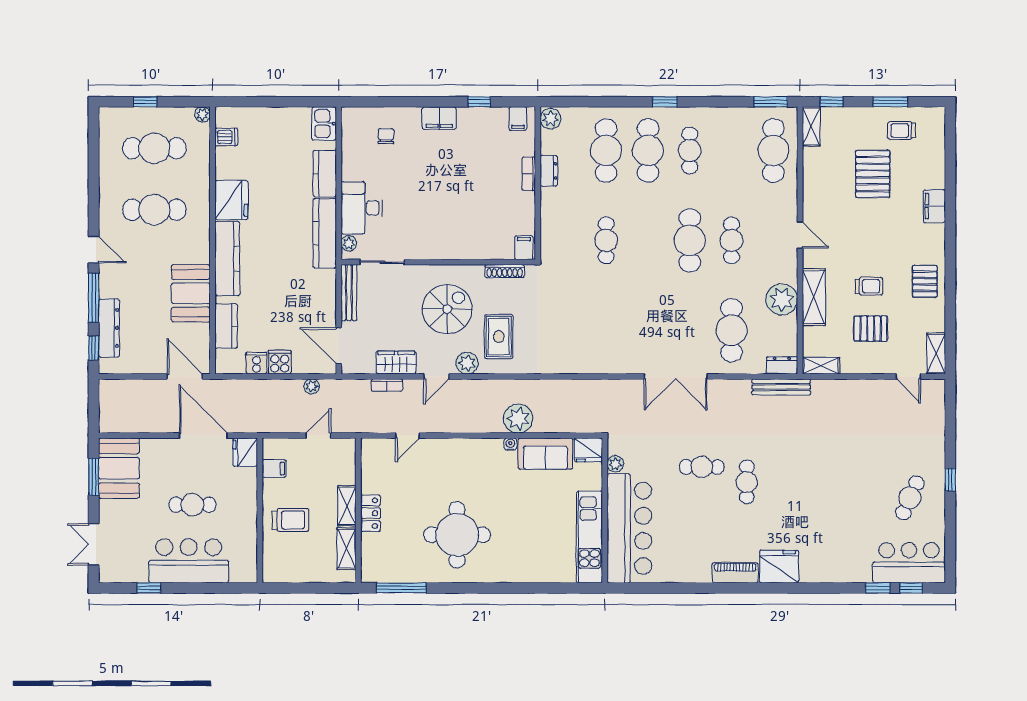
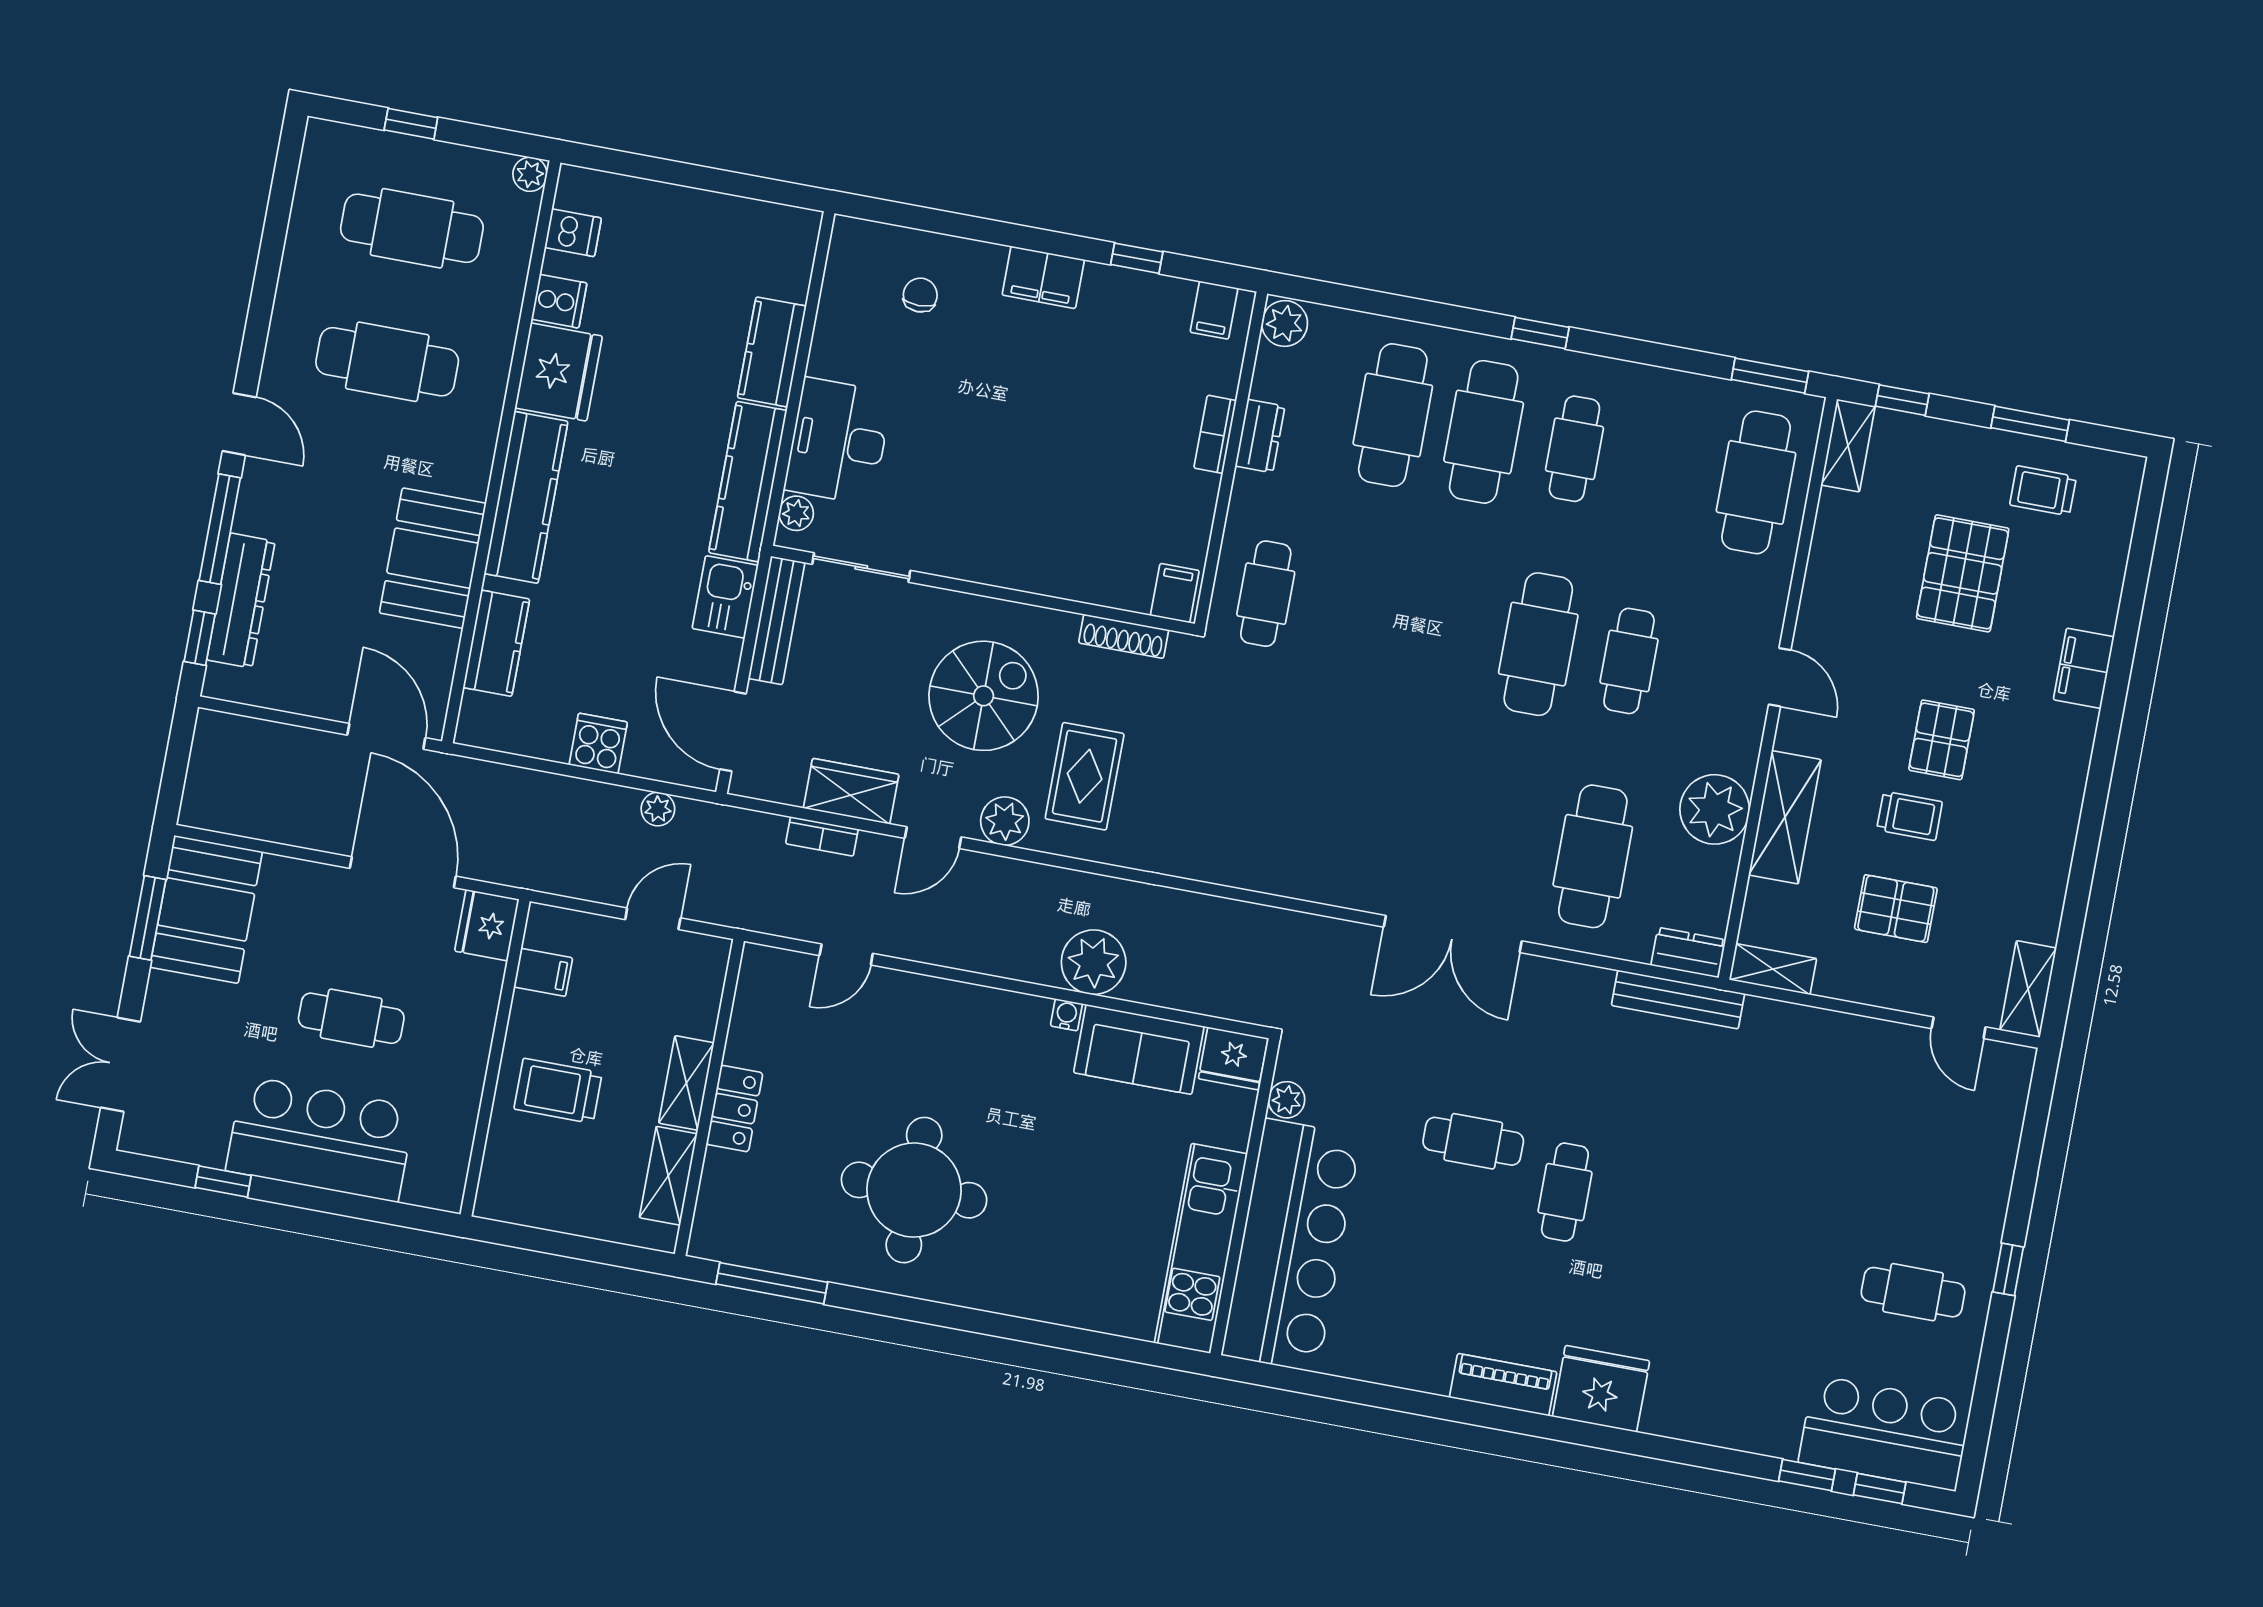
kitchen sink: (324, 124) -> (725, 597), moved
cafe table: (606, 240) -> (1266, 594), moved
pallet: (925, 281) -> (1942, 740), moved
cooker: (256, 363) -> (559, 301), moved, turned 90
cafe table: (910, 498) -> (1913, 1292), turned 66
trolley: (290, 520) -> (558, 1091), turned 180

